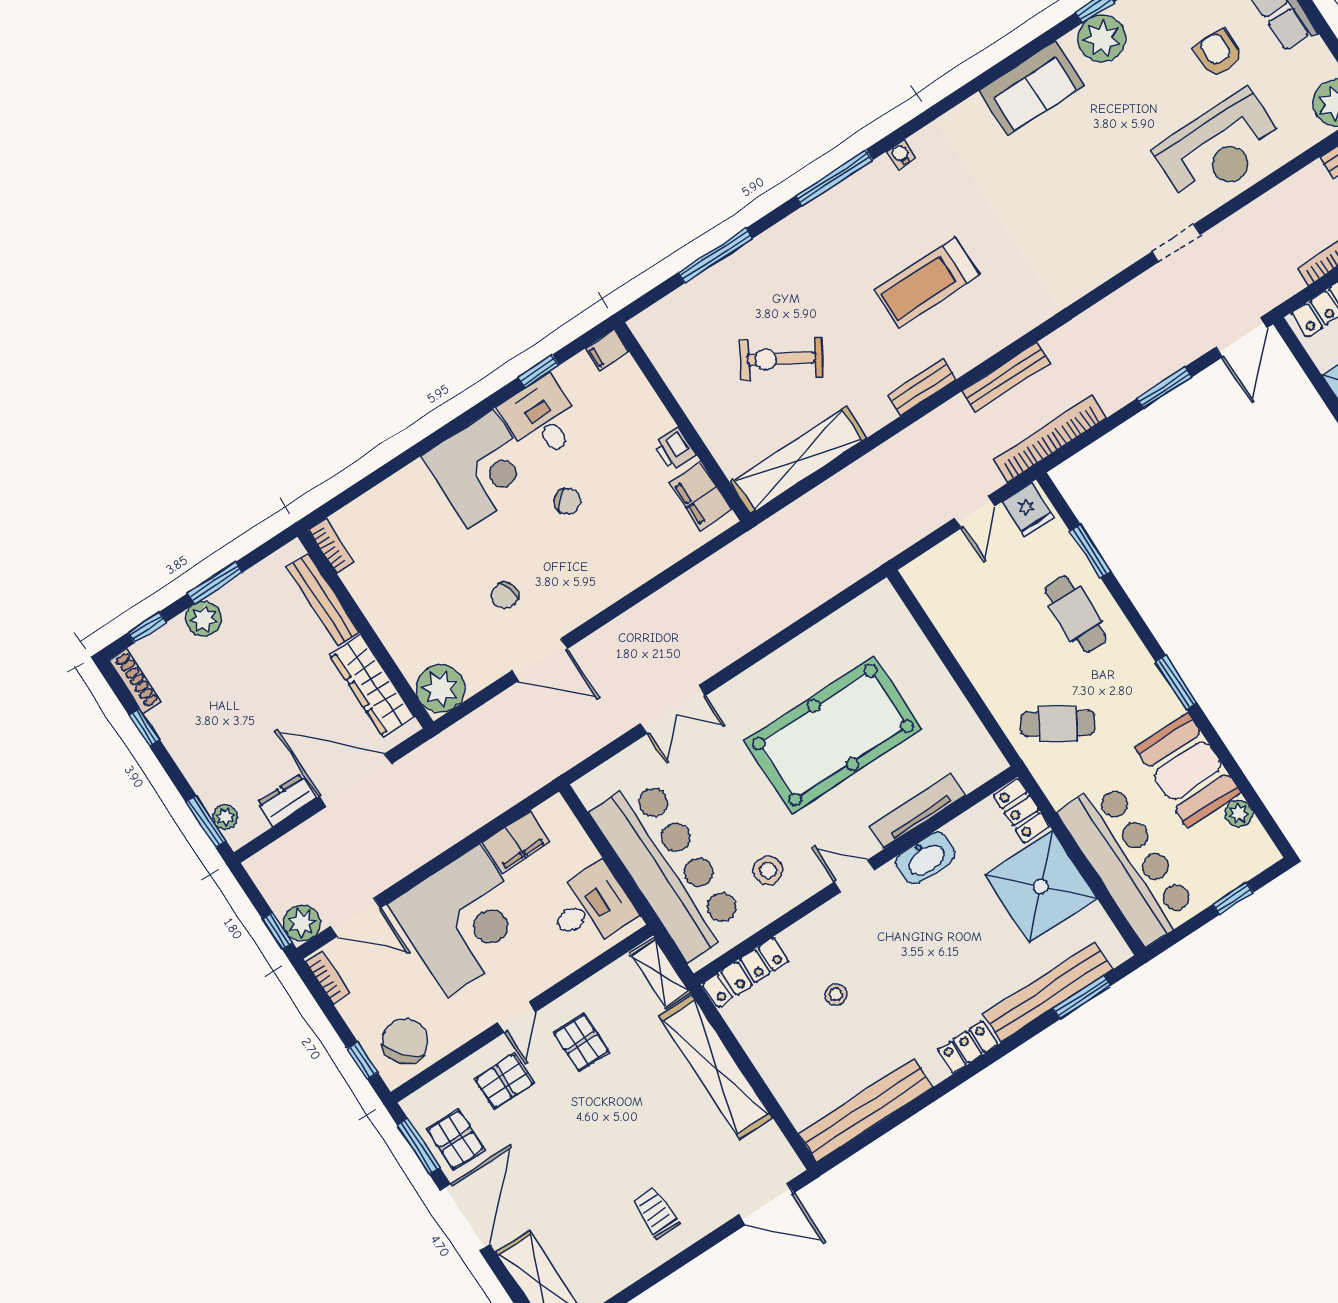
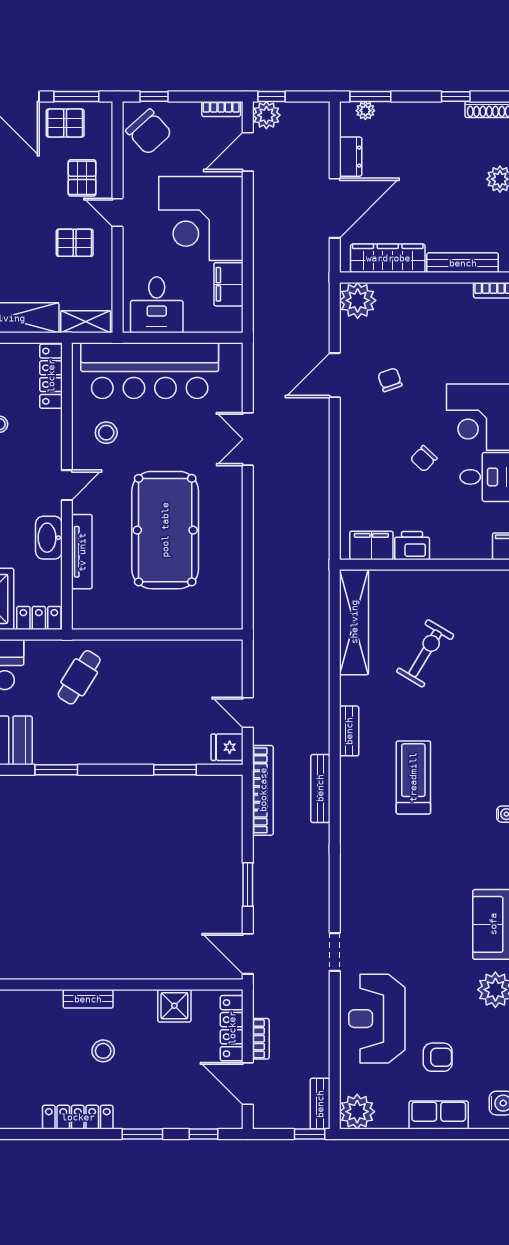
printer: (675, 449) -> (412, 546), width x1.36, depth x1.24
cafe table: (1075, 614) -> (141, 734), removed

